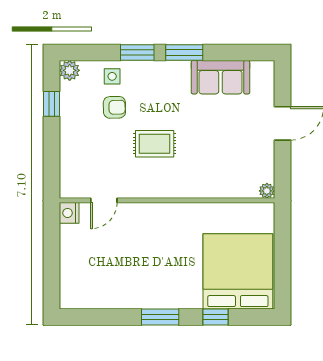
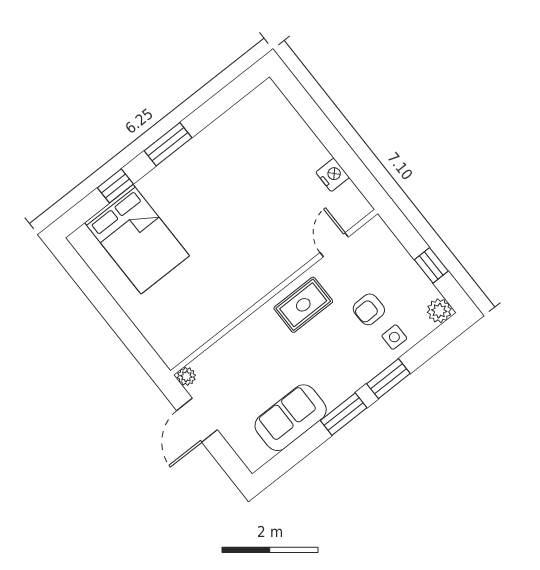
plant: (267, 191) -> (186, 376), moved
door: (104, 200) -> (334, 245), moved
wall: (167, 200) -> (274, 292), moved
bed: (238, 271) -> (137, 239), width x0.73

